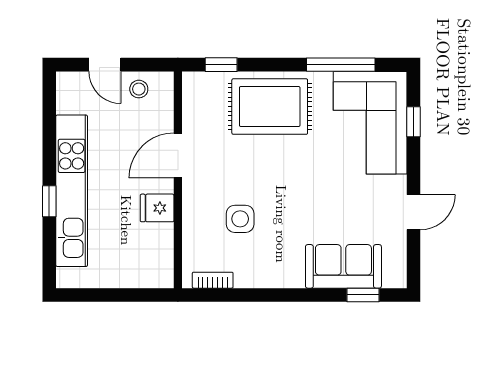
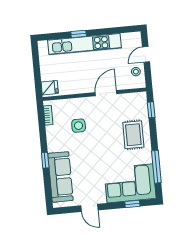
rug: (270, 107) -> (133, 135), width x0.73, depth x0.70
door: (178, 155) -> (106, 93), hinge flipped
fridge: (157, 208) -> (50, 88), moved, turned 90
sofa: (343, 266) -> (60, 177), width x1.36
window: (363, 295) -> (45, 160), moved

